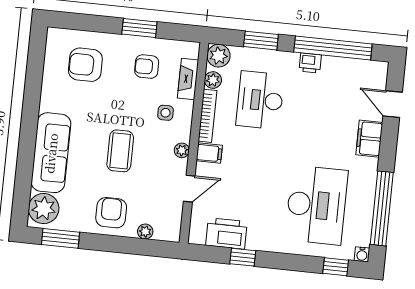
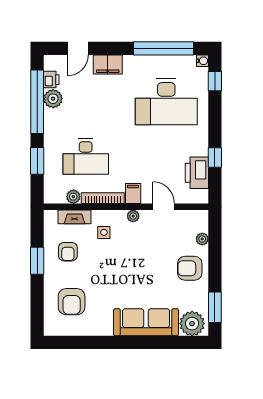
plant: (219, 56) -> (53, 99), moved
printer: (310, 63) -> (51, 80), moved
coffee table: (120, 151) -> (139, 266), removed
desk: (316, 205) -> (166, 102), turned 180

